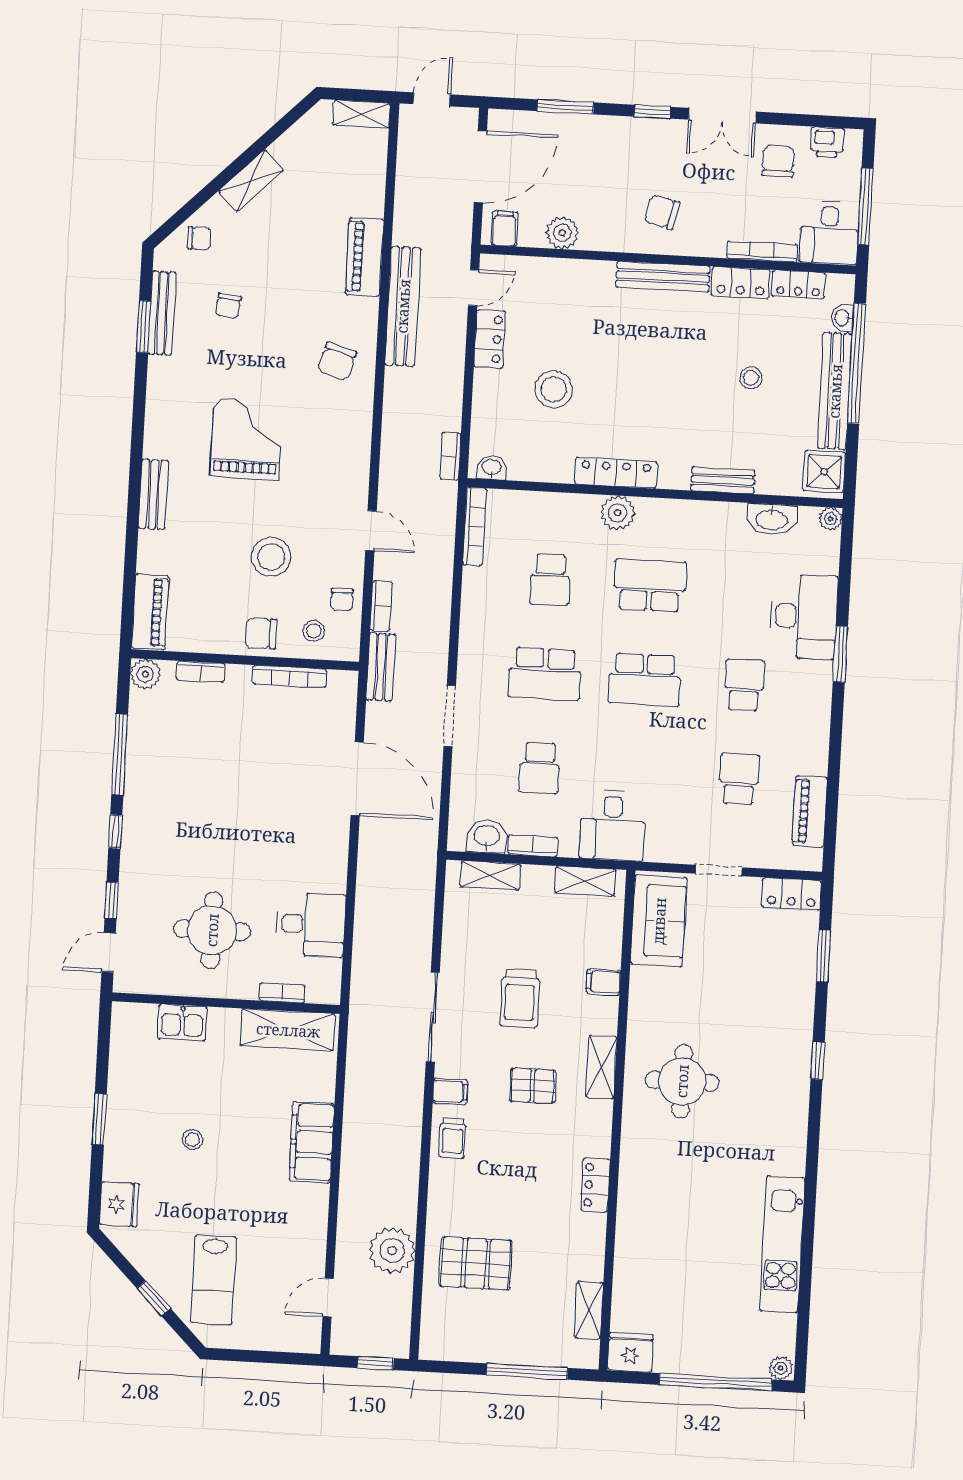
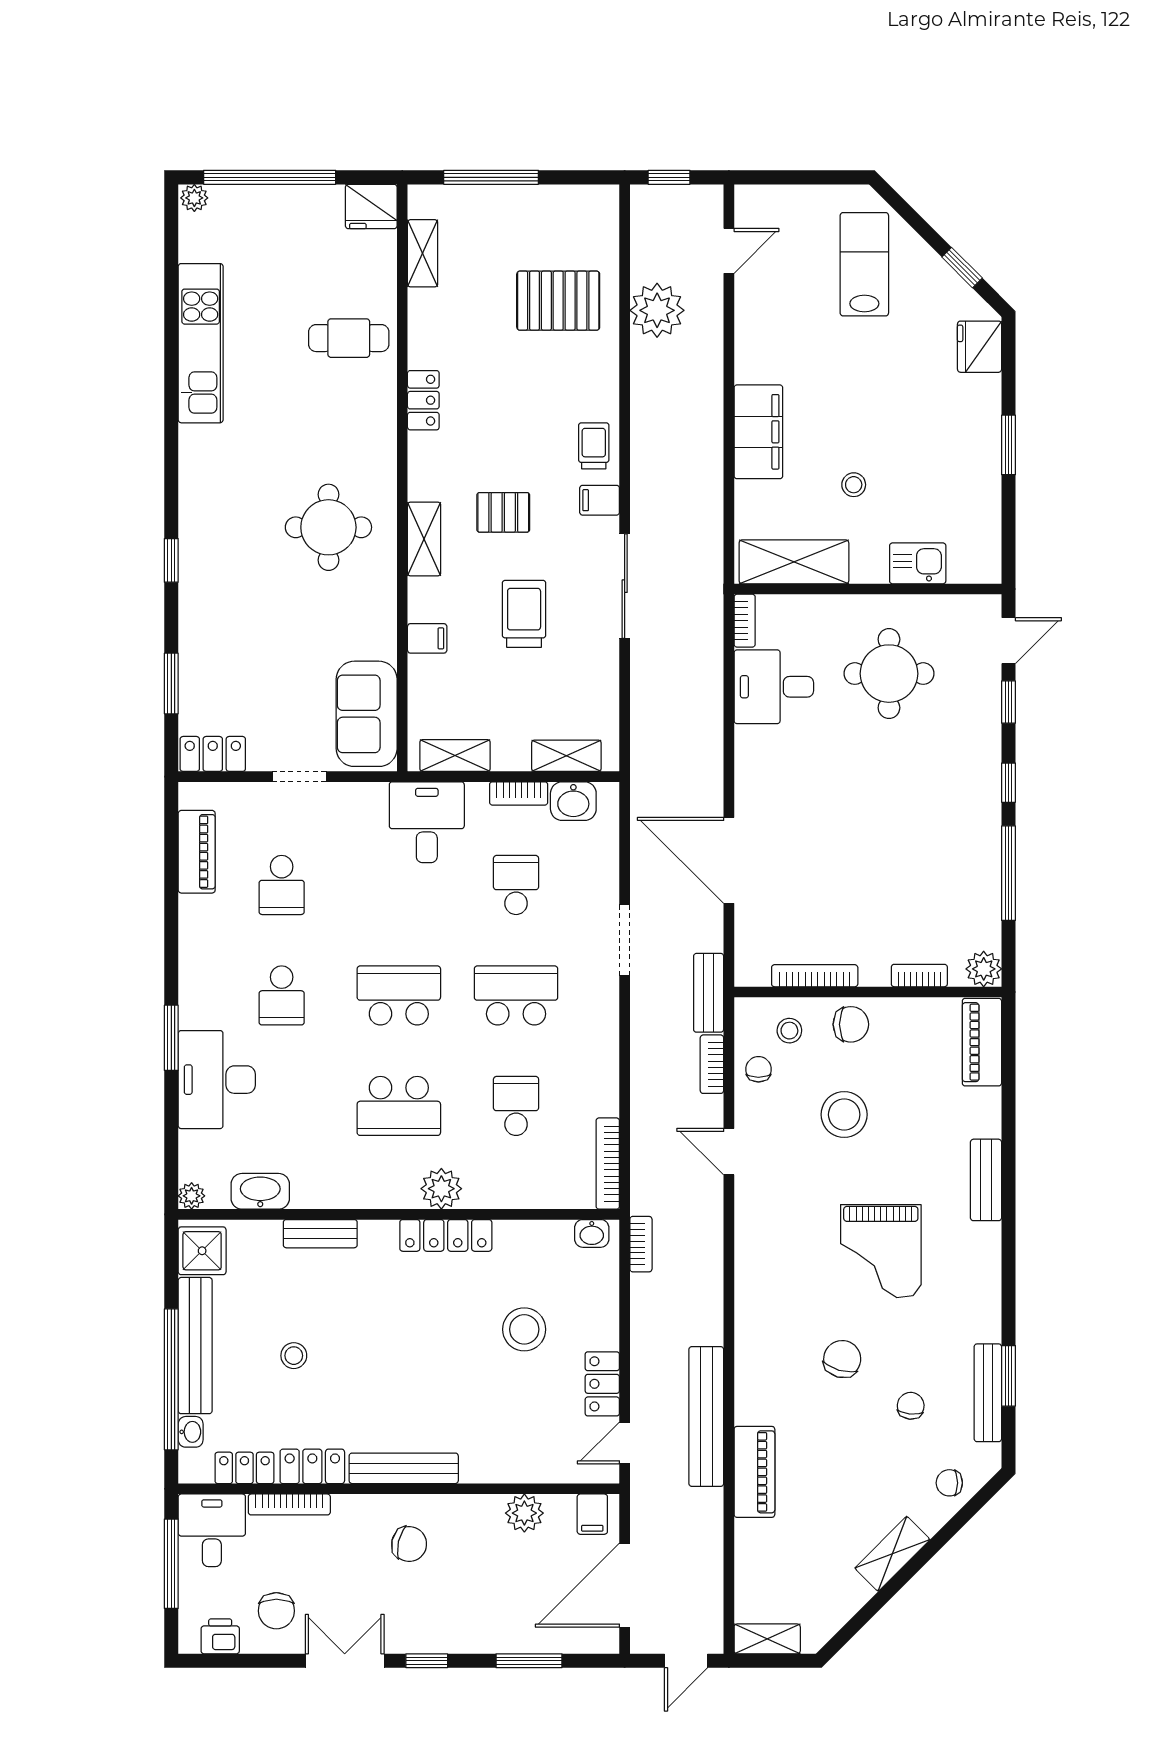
chair: (337, 361) -> (842, 1359), moved
bookcase: (282, 993) -> (745, 621), moved, turned -90
stool: (192, 1140) -> (854, 485), moved
cafe table: (656, 1241) -> (349, 338), added
window: (154, 1298) -> (962, 268), moved

